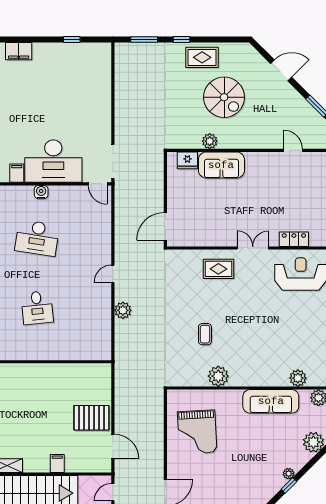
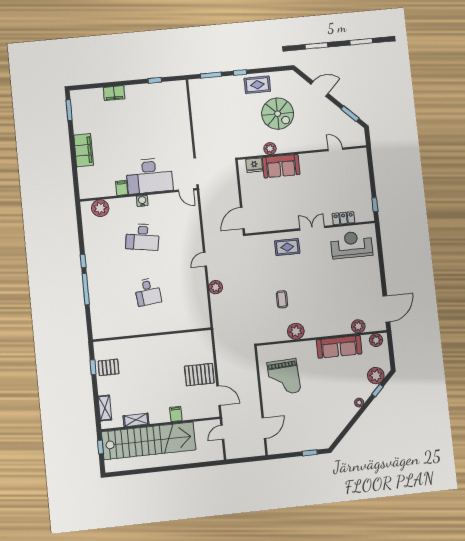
window: (289, 485) -> (377, 391), moved

